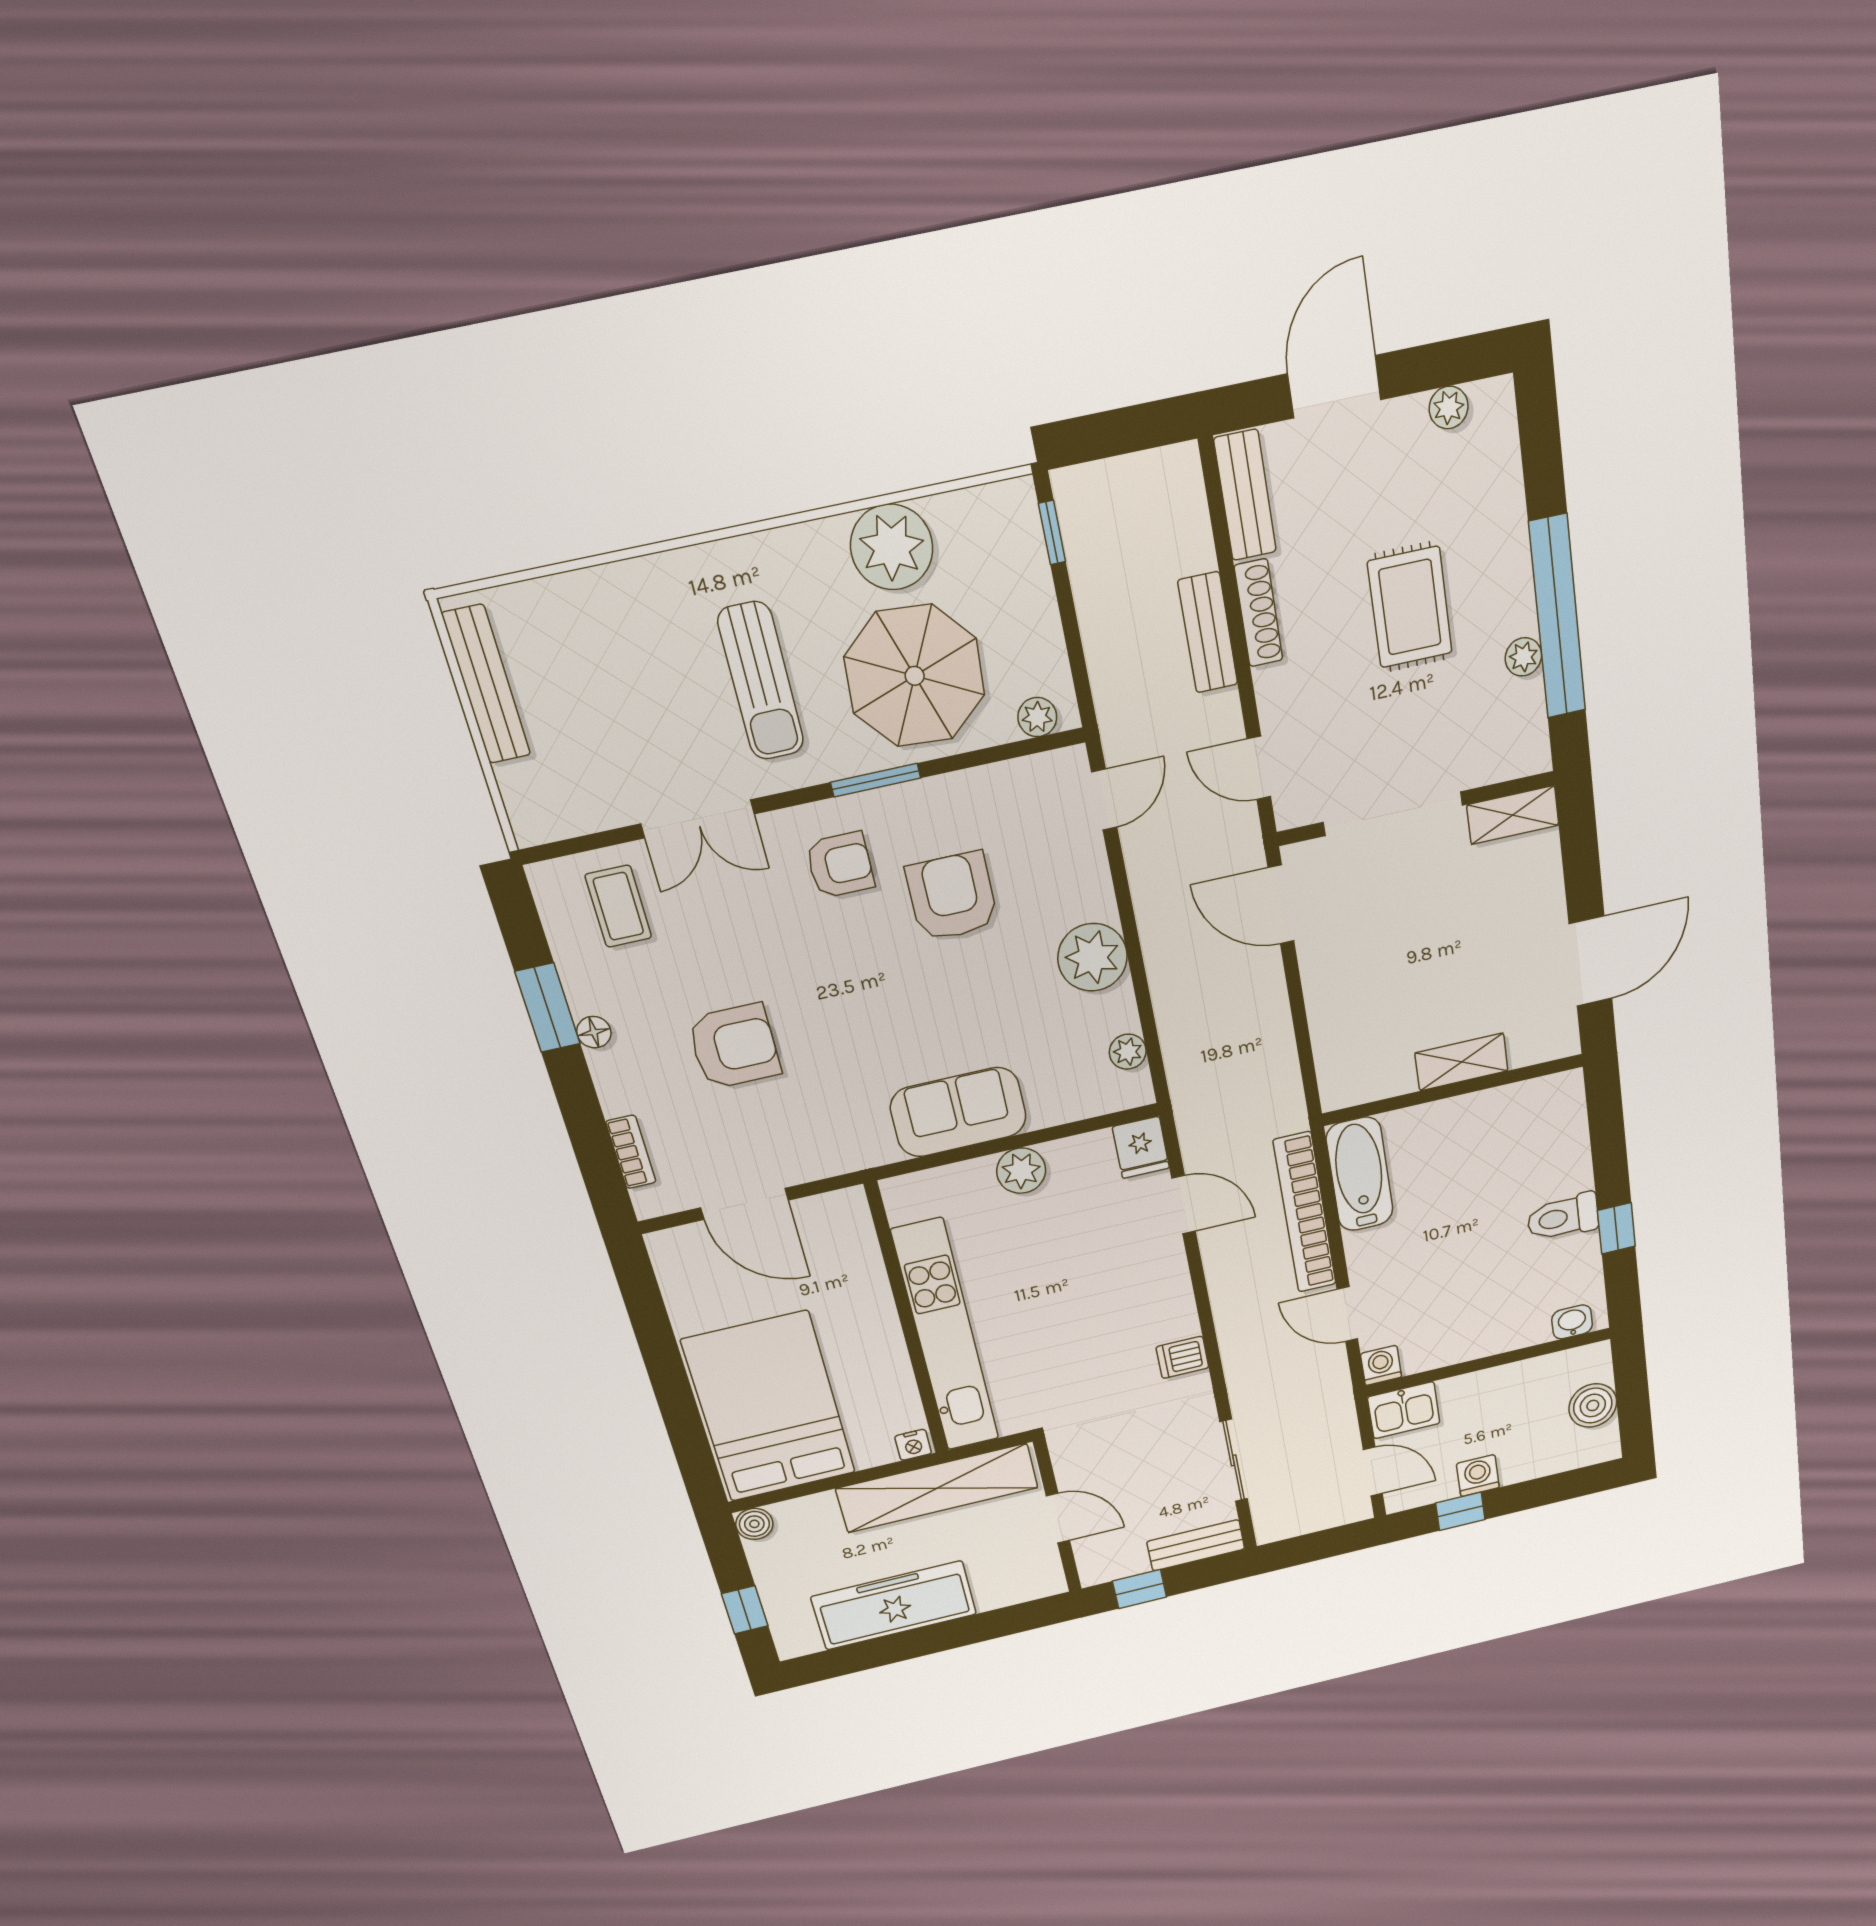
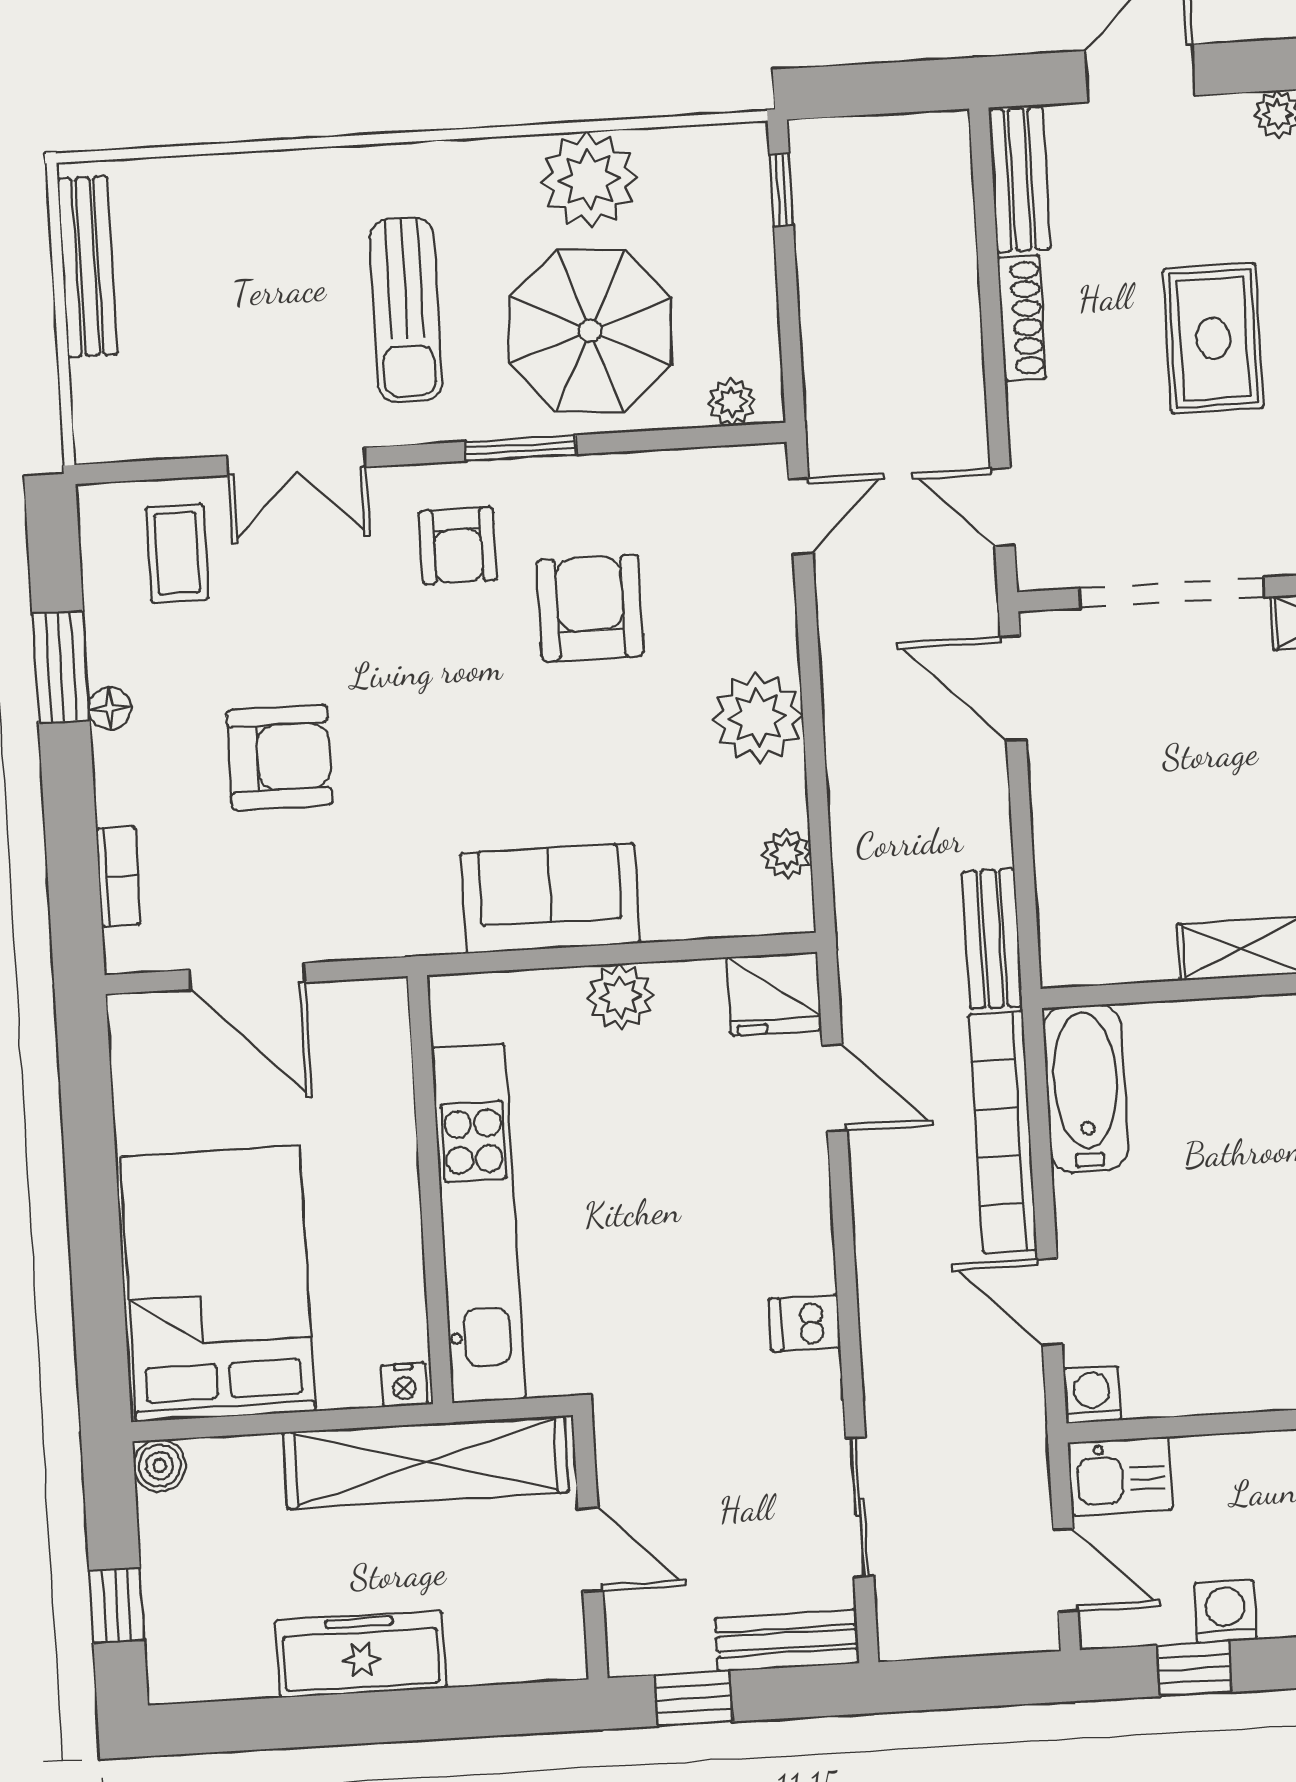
bench: (1208, 633) -> (992, 939), moved
armchair: (840, 865) -> (458, 546), turned 90
fridge: (1141, 1147) -> (774, 994), width x1.38
freezer: (894, 1605) -> (361, 1654), width x0.73, depth x0.79

